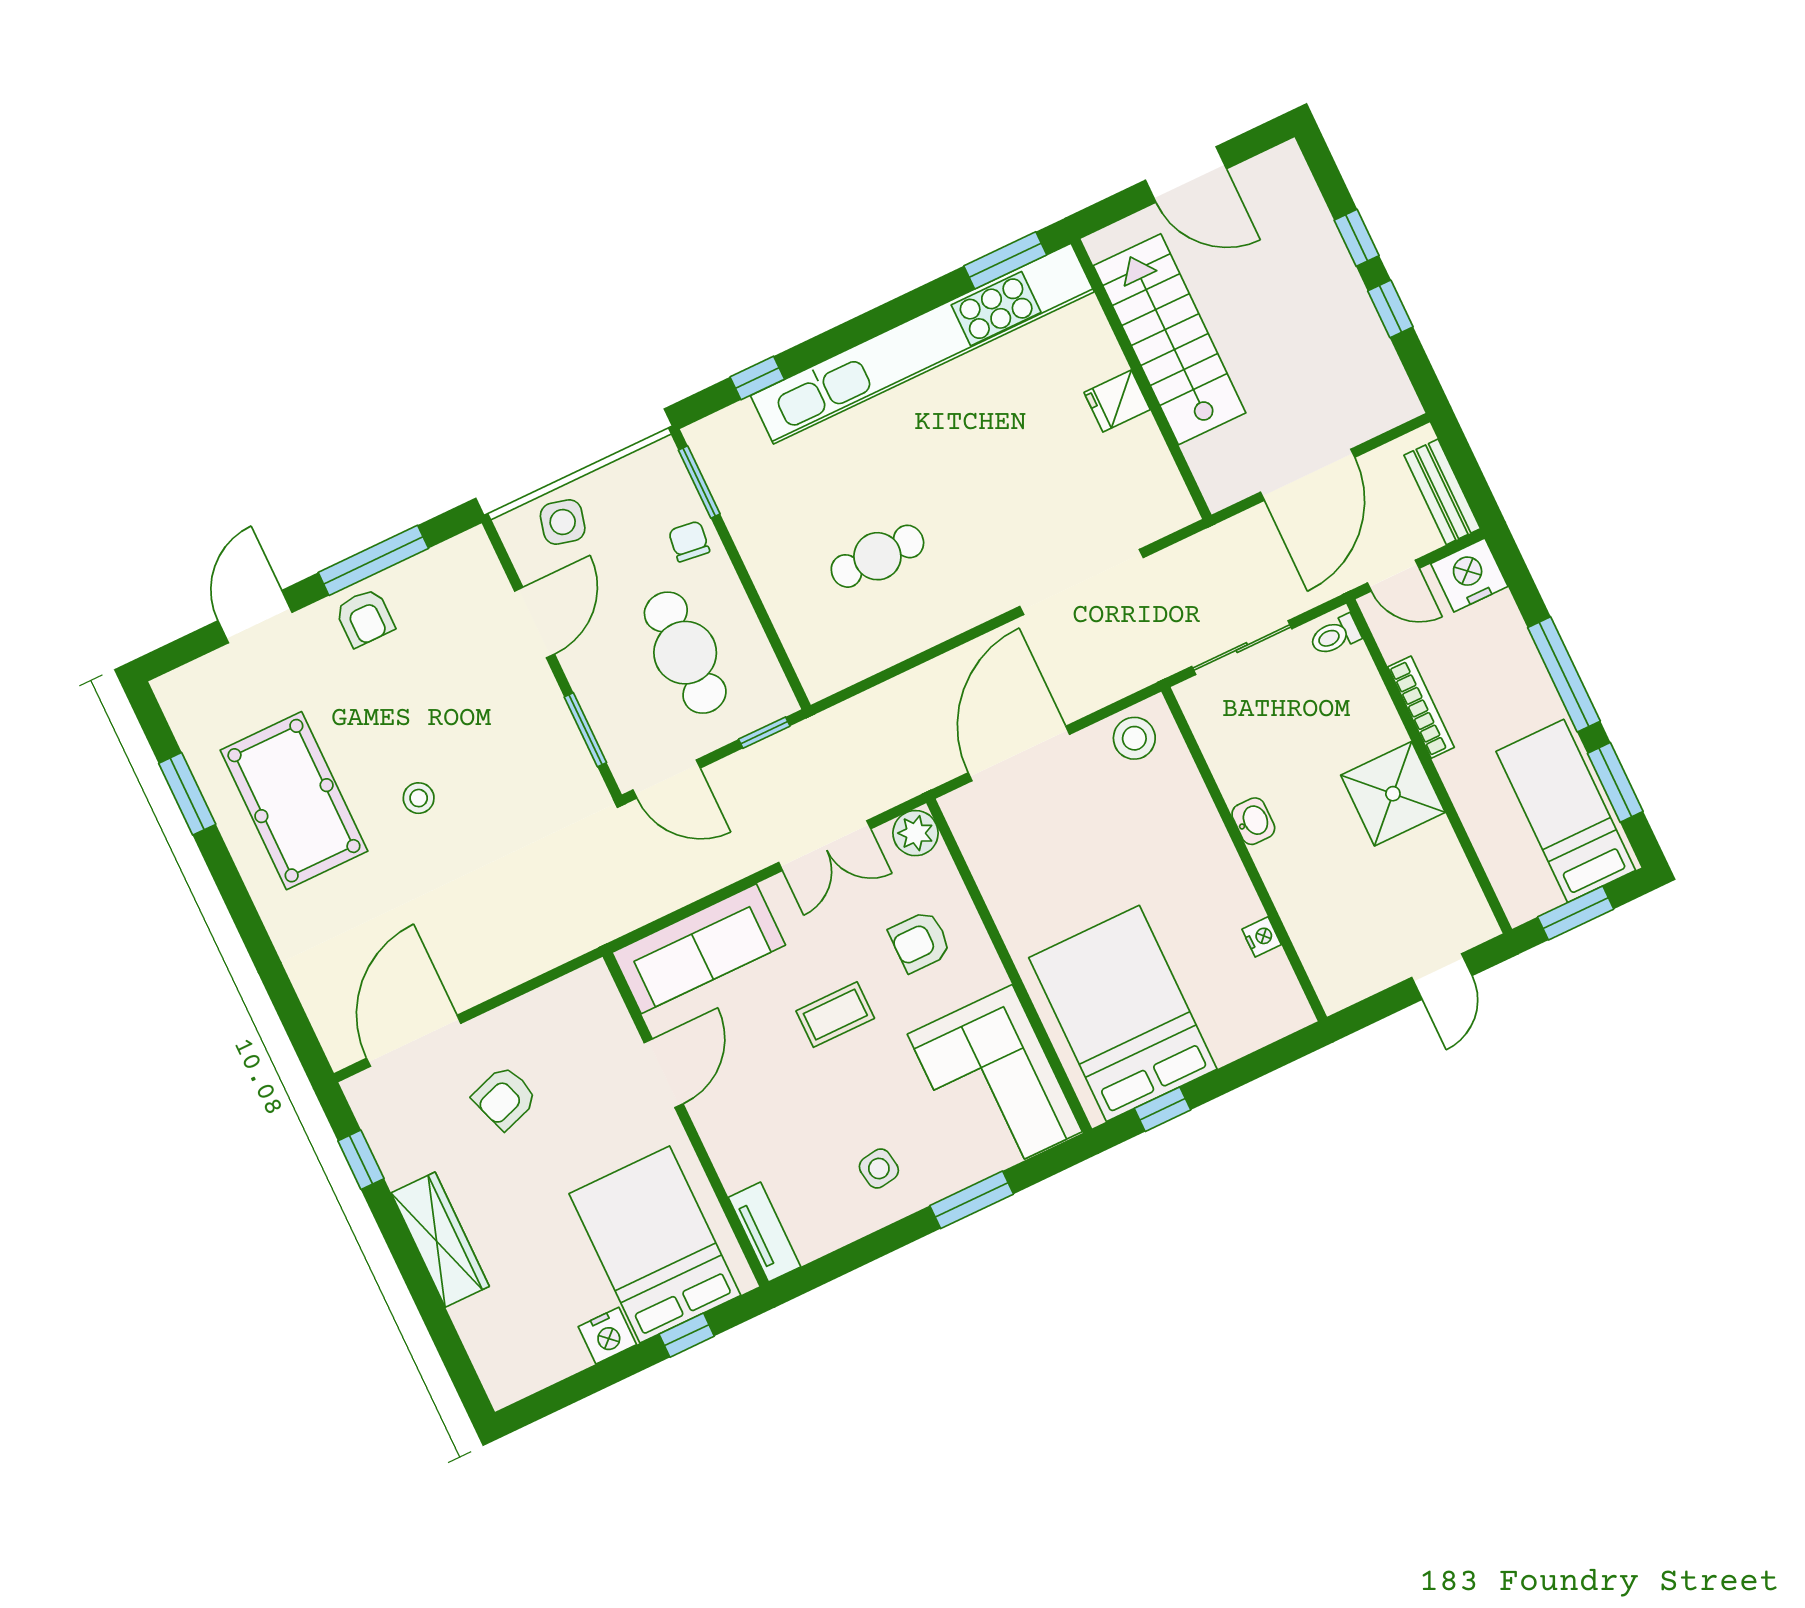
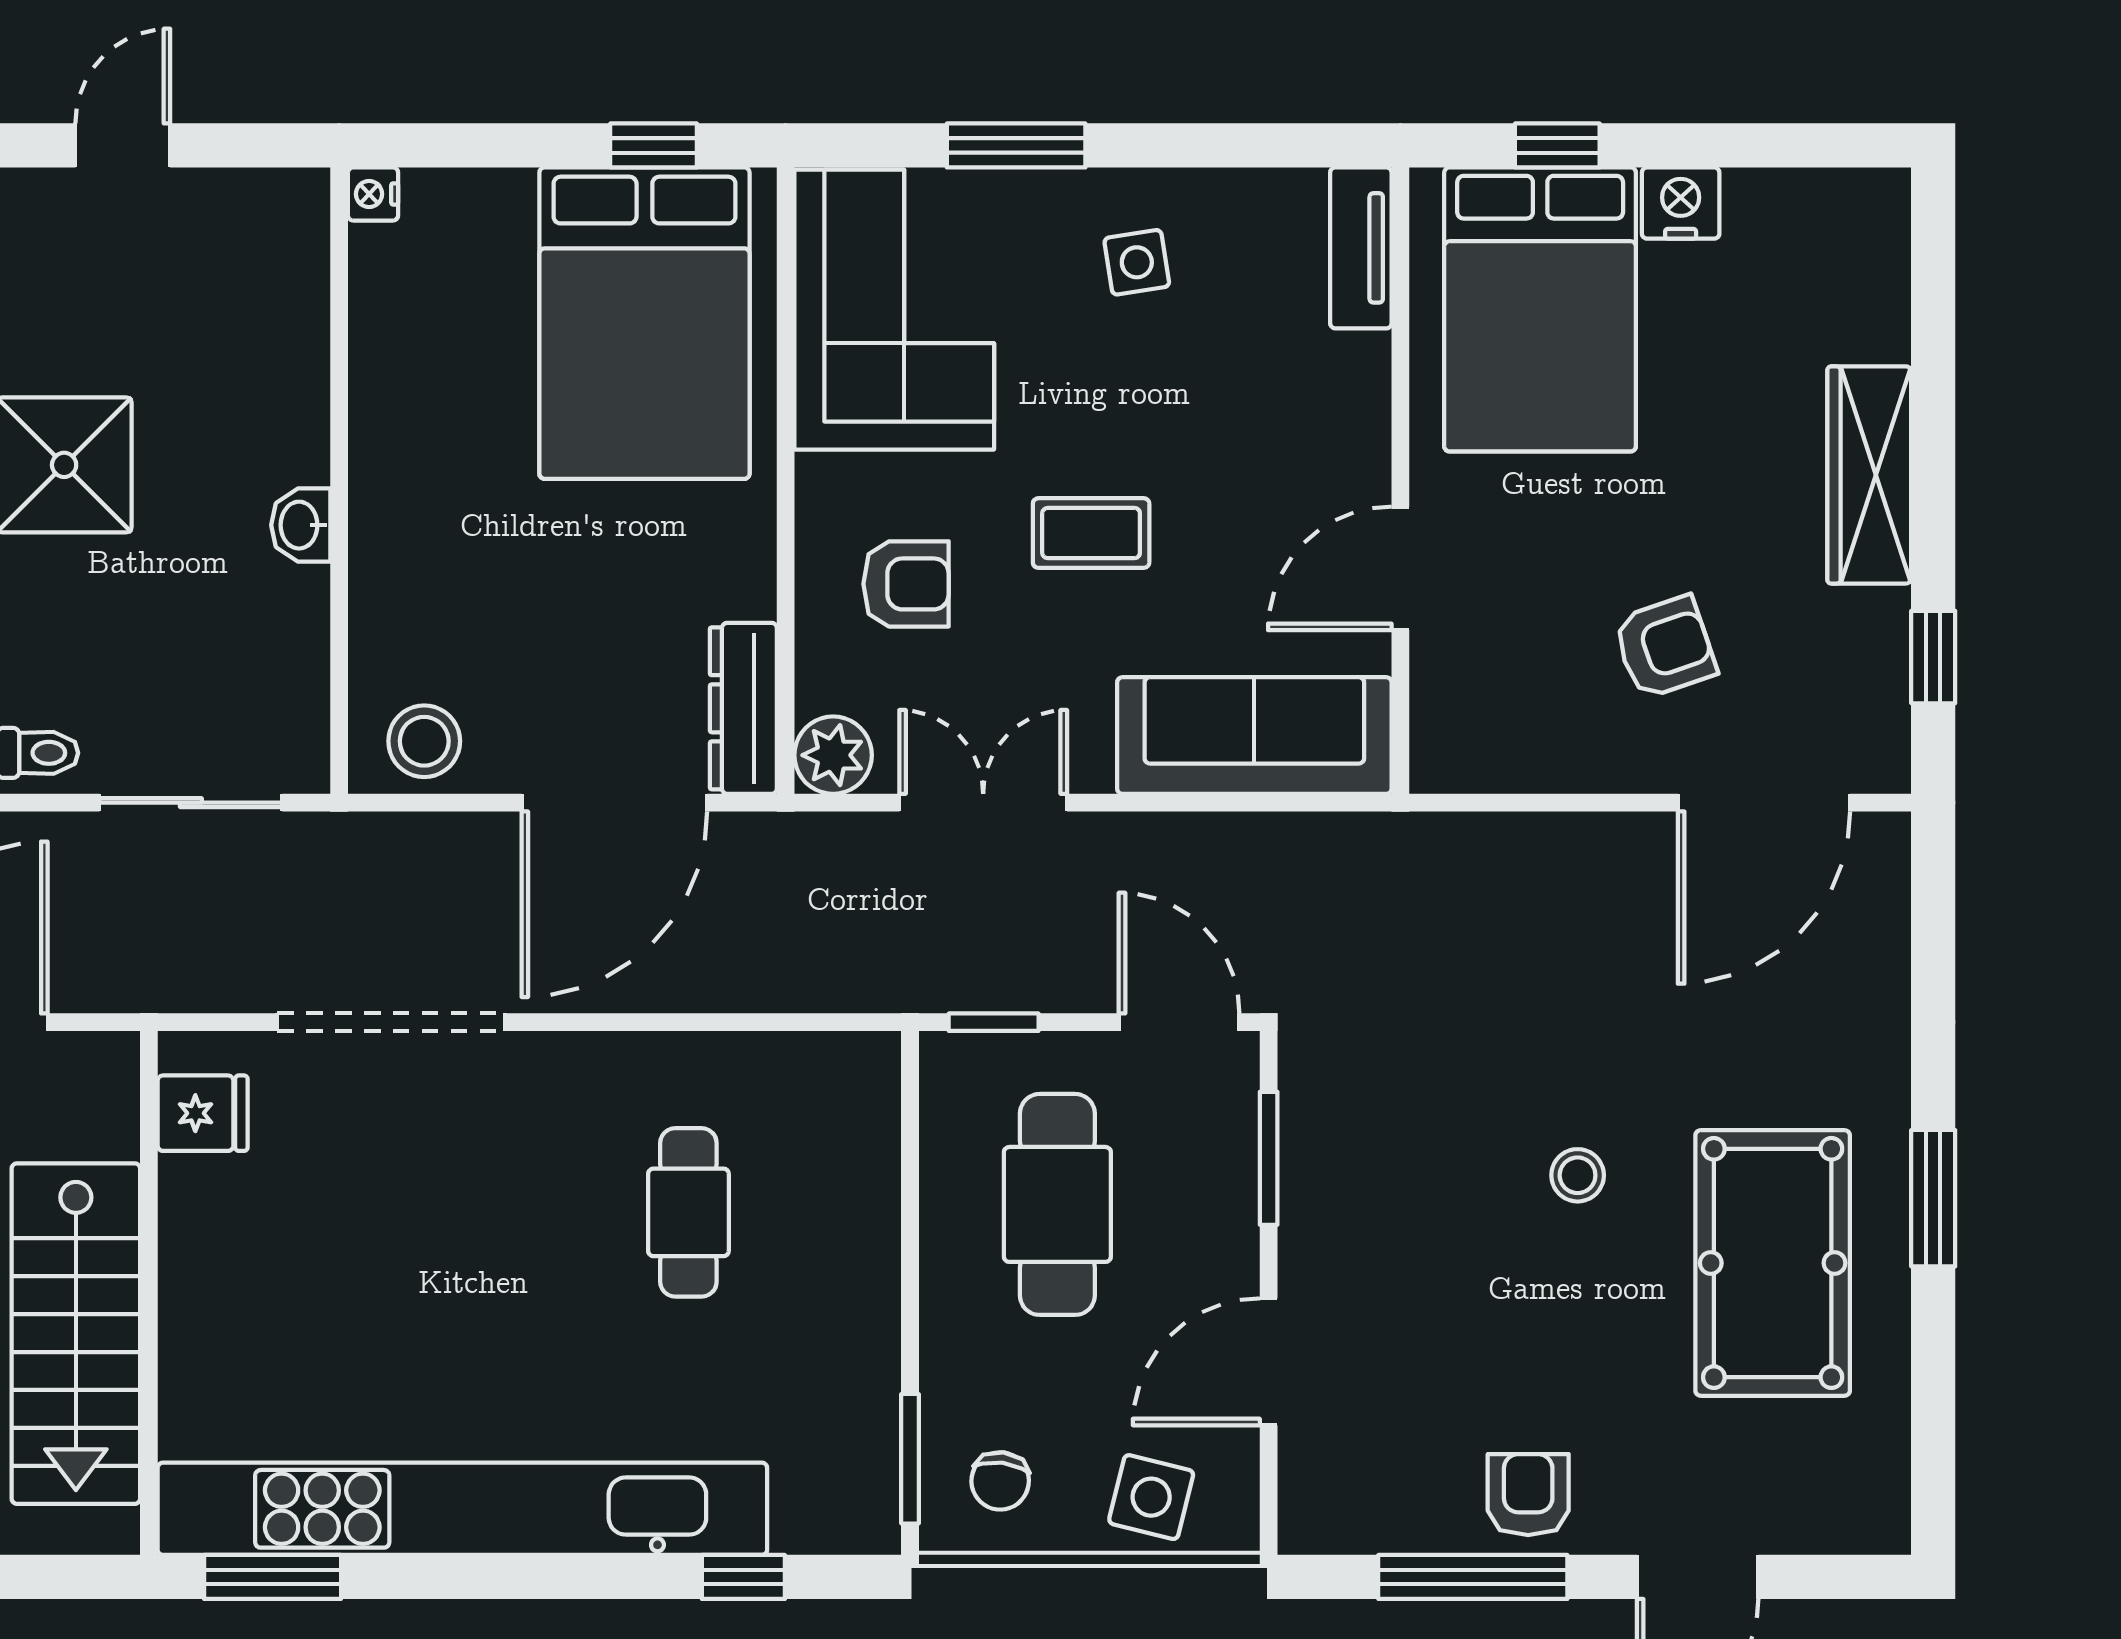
fridge: (1117, 401) -> (203, 1113), moved
chair: (689, 541) -> (1000, 1481), moved
cafe table: (877, 556) -> (688, 1212), turned 90
window: (187, 794) -> (1933, 1198), moved
dresser: (975, 835) -> (743, 708), added
nightstand: (1262, 937) -> (373, 194), moved

